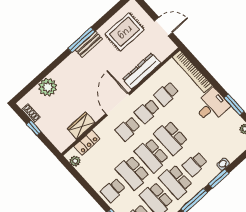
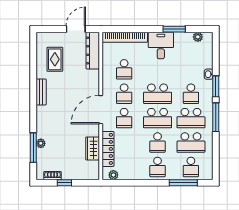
rug: (125, 32) -> (55, 59), width x0.73, depth x0.70
window: (81, 40) -> (33, 148), moved
dresser: (142, 71) -> (93, 51), moved
plant: (48, 87) -> (41, 143), width x0.53, depth x0.53
door: (118, 104) -> (101, 110), hinge flipped
locker: (87, 142) -> (108, 149), width x1.53
school desk: (132, 173) -> (158, 143), width x0.54

